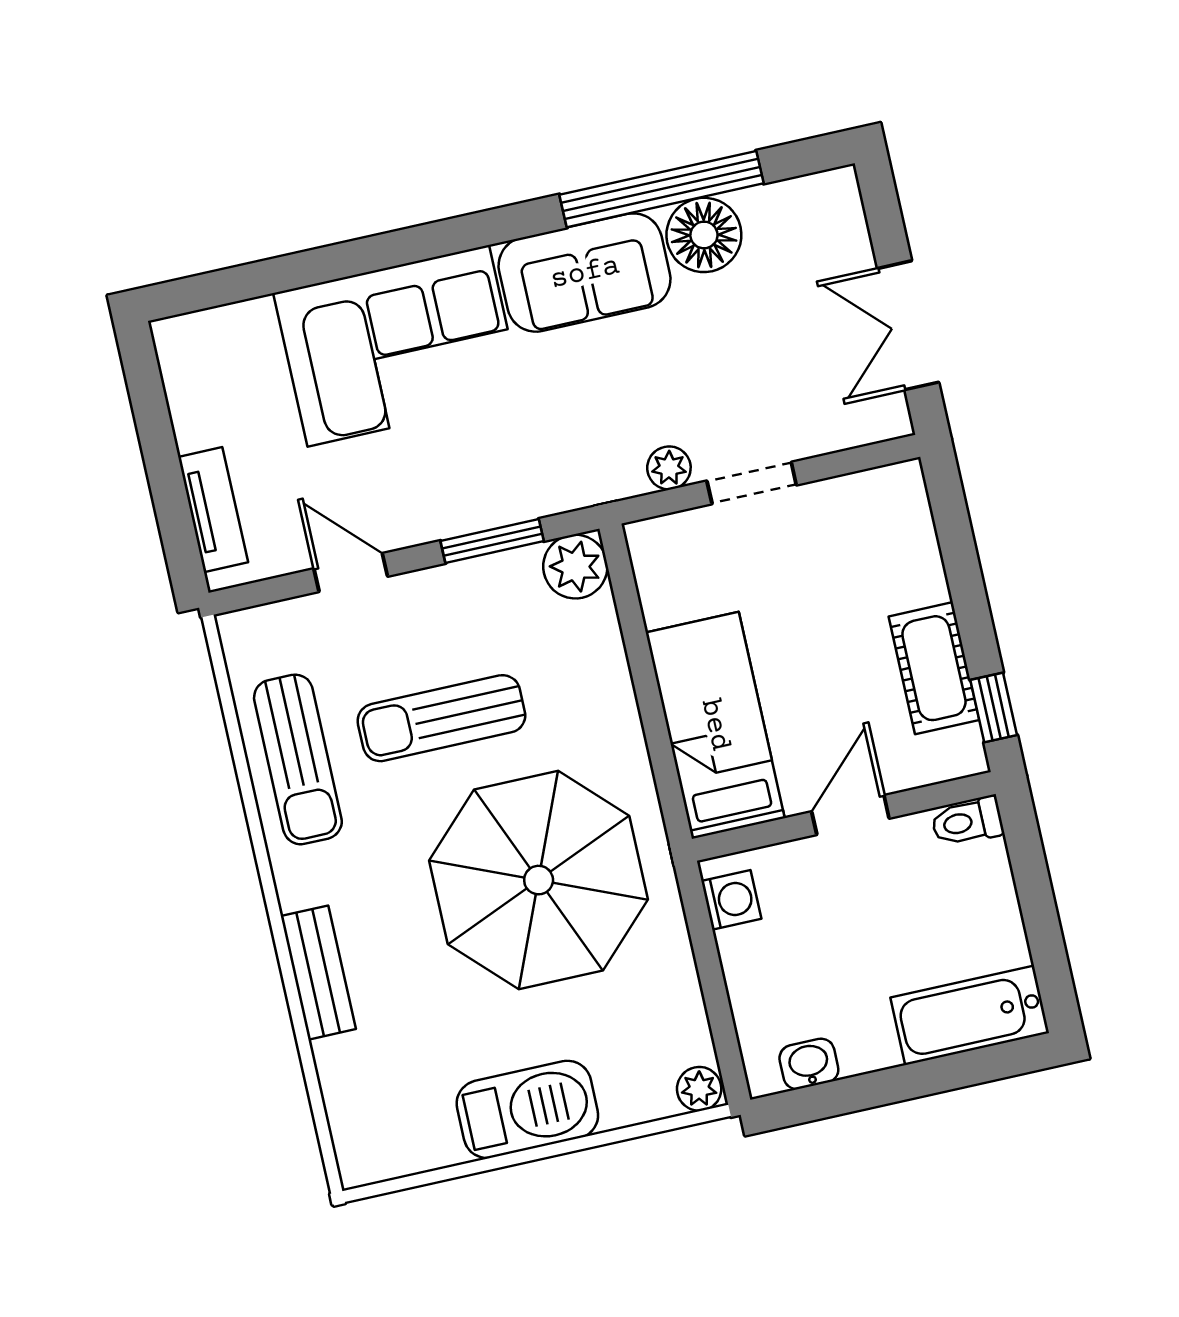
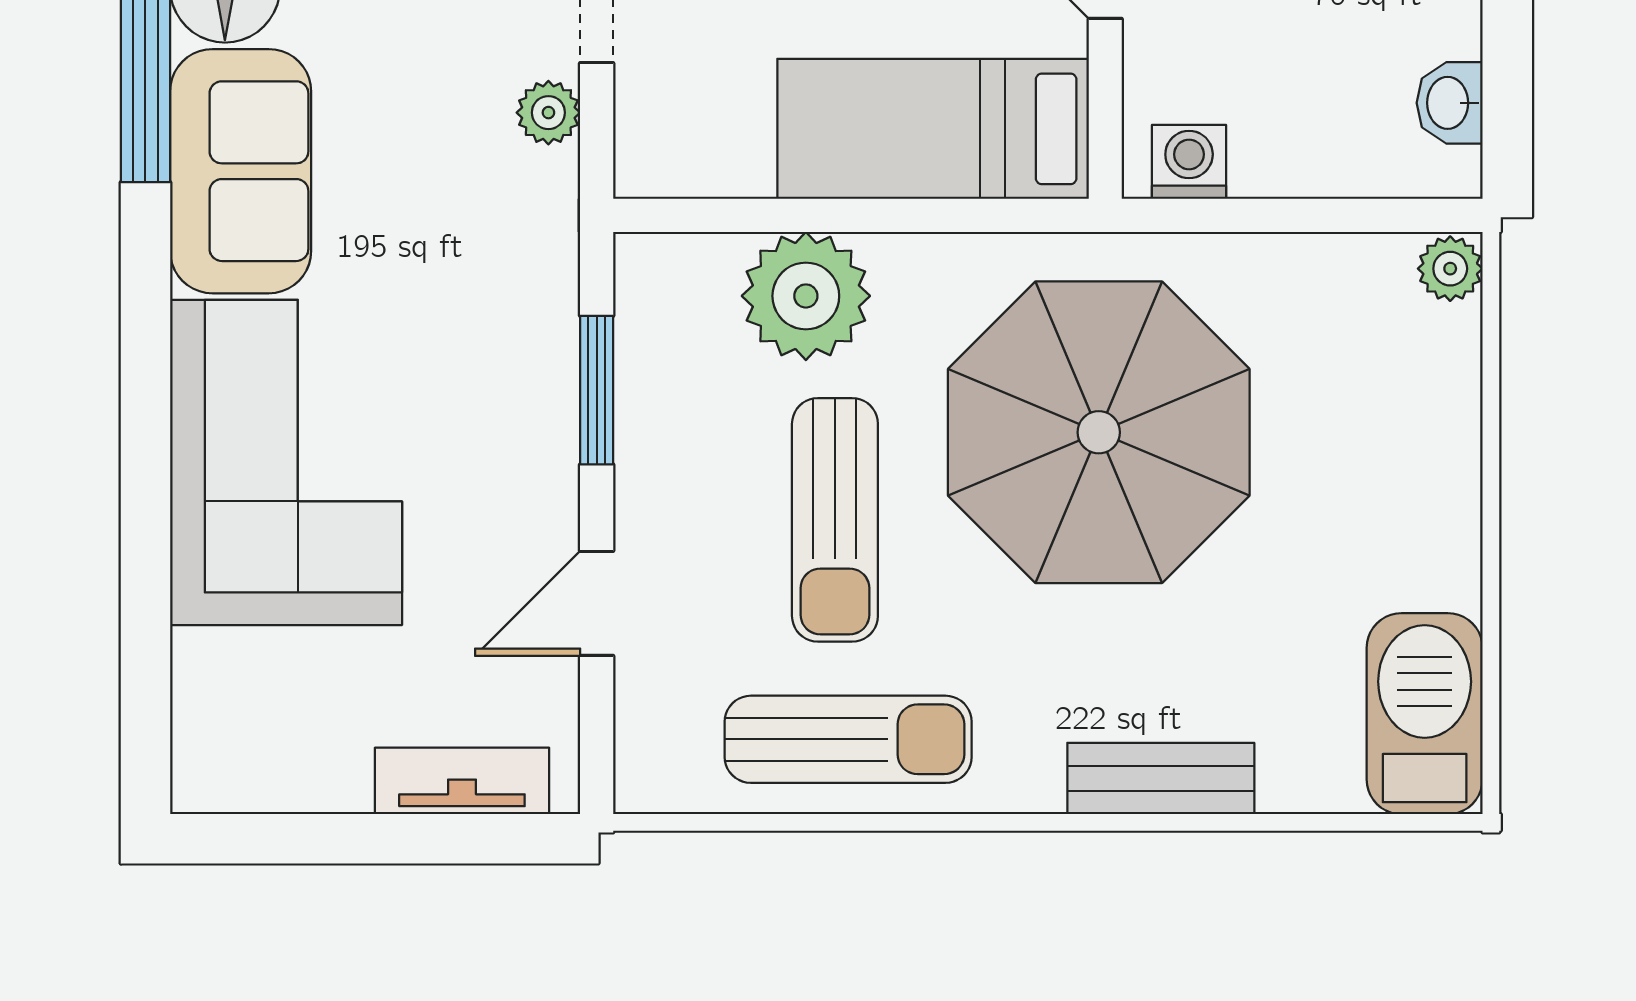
plant: (575, 567) -> (806, 296), moved, width x1.36, depth x1.36
barbecue: (527, 1109) -> (1425, 714), moved

